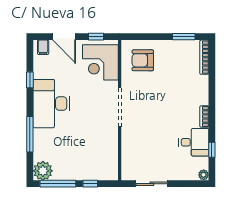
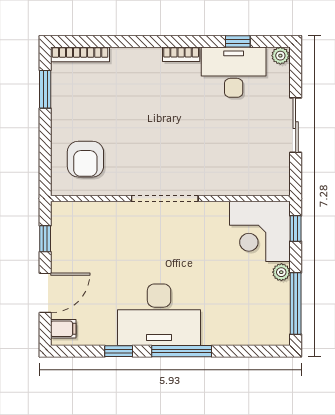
corner desk: (100, 62) -> (260, 231), moved, turned 90
window: (30, 134) -> (182, 351), moved
desk: (194, 142) -> (234, 72), width x1.37
plant: (43, 171) -> (281, 272), moved, width x0.53, depth x0.53
window: (90, 184) -> (296, 229), moved
sliding door: (152, 184) -> (296, 125), moved

